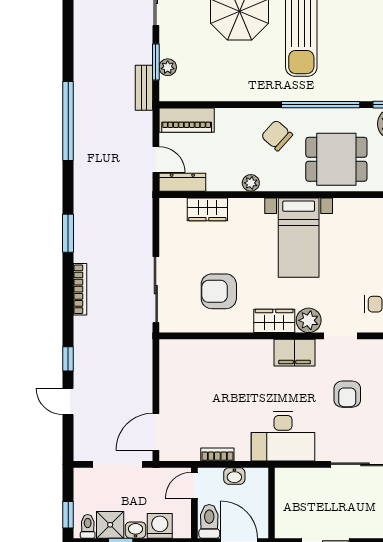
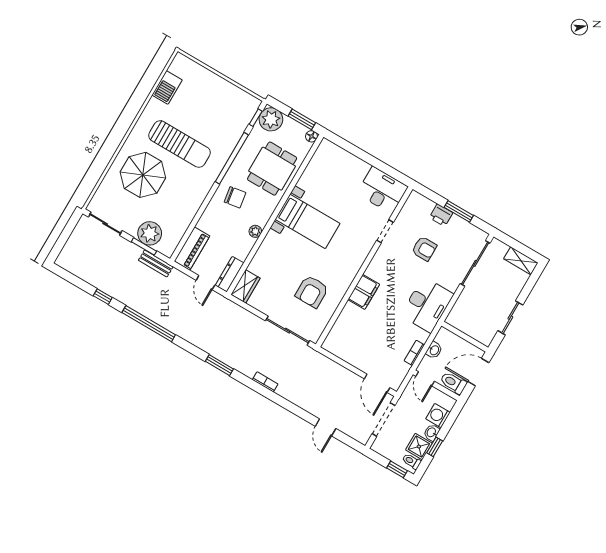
plant: (168, 67) -> (150, 233), width x1.88, depth x1.88
chair: (277, 135) -> (235, 197), turned -141
door: (156, 160) -> (205, 283), swing flipped
wardrobe: (207, 209) -> (245, 286), moved
bookcase: (80, 289) -> (265, 382), width x0.64
plant: (309, 320) -> (363, 246), removed
wardrobe: (274, 321) -> (351, 268), removed
filing cabinet: (295, 353) -> (364, 292), moved
window: (68, 359) -> (103, 297), moved
door: (68, 402) -> (326, 427), hinge flipped

